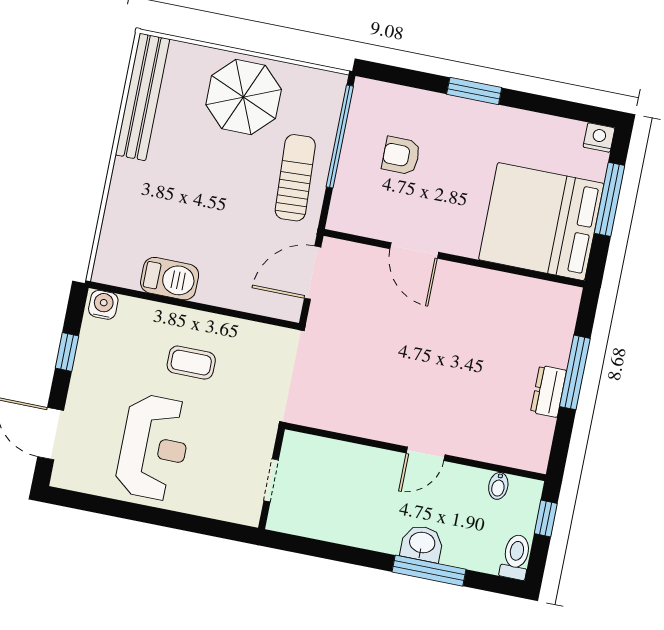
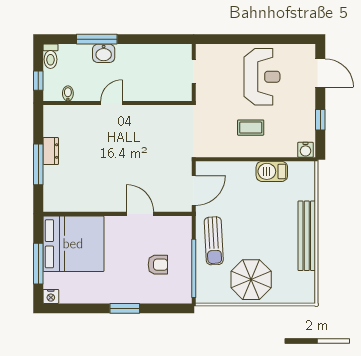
bench: (142, 97) -> (307, 236), moved
reception desk: (154, 447) -> (262, 77), turned 180

